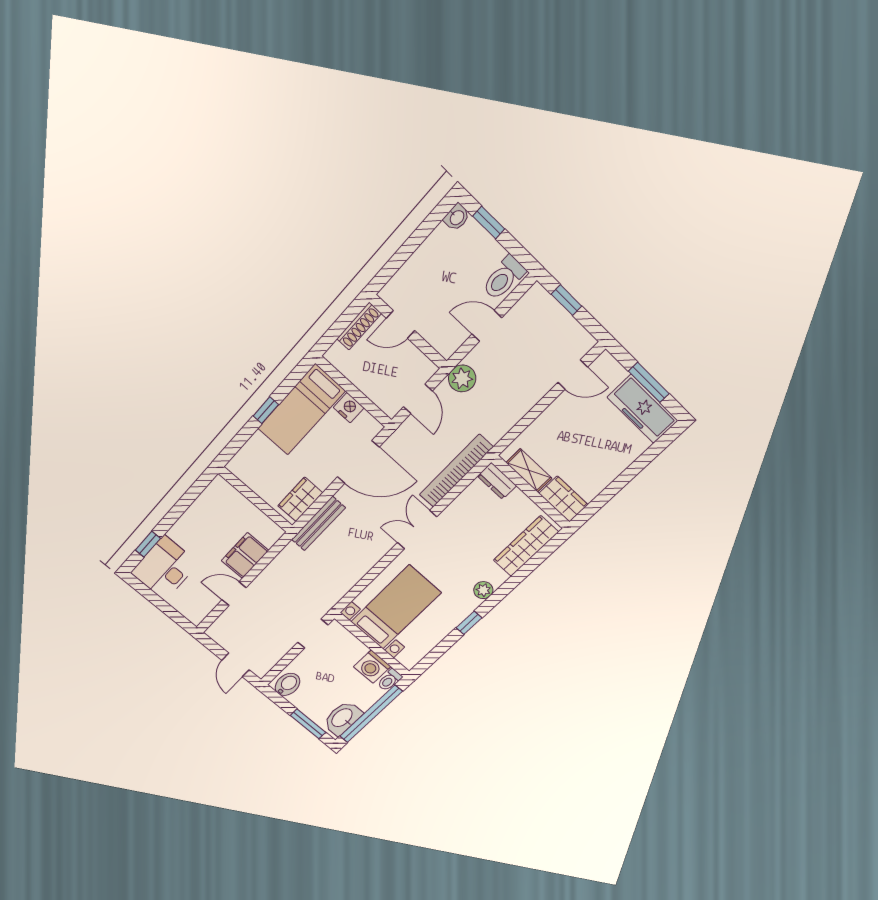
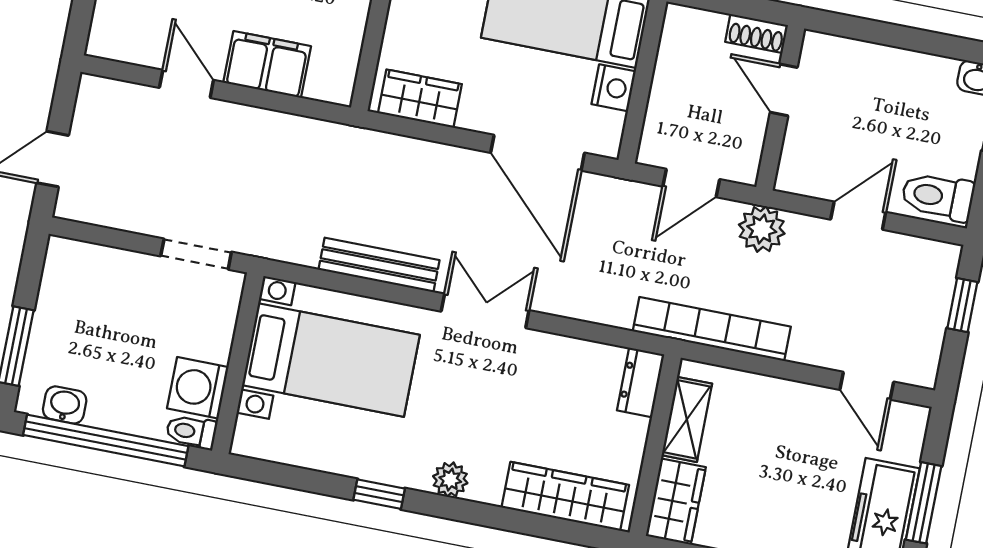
shoe rack: (359, 326) -> (757, 34), width x0.70
door: (487, 326) -> (858, 216), hinge flipped
bookcase: (456, 471) -> (712, 329), moved
bench: (318, 524) -> (379, 265), moved
bidet: (287, 684) -> (72, 267), removed
washbasin: (342, 718) -> (65, 405), width x0.52, depth x0.69

